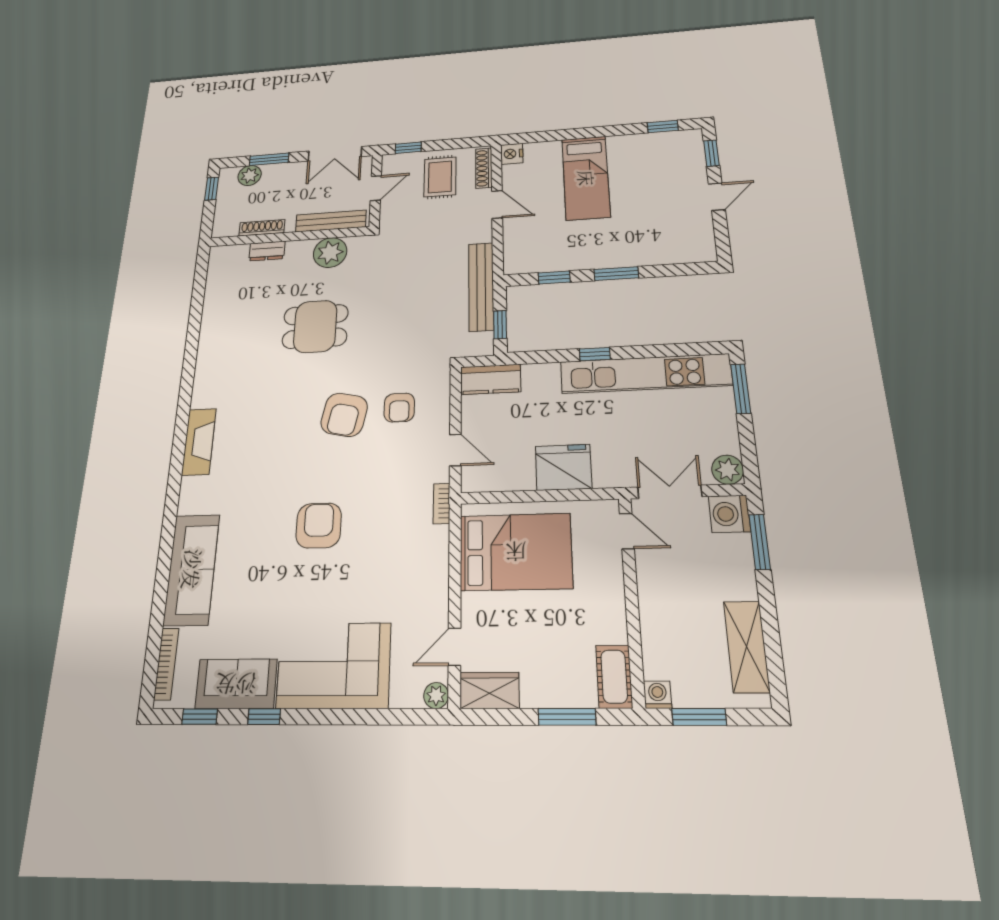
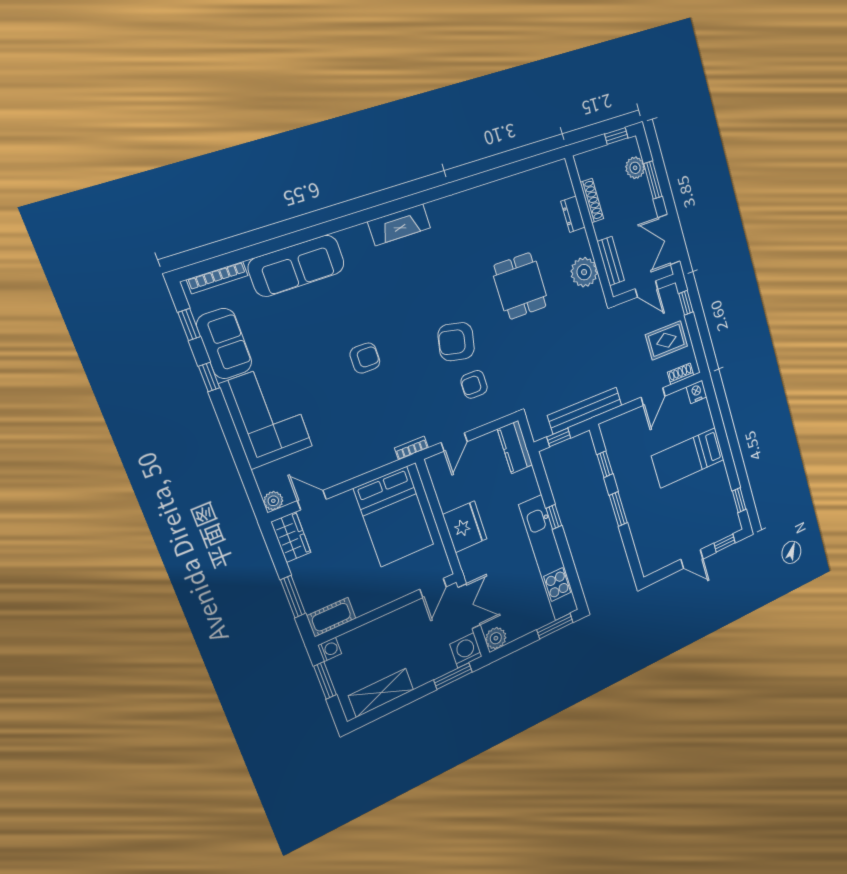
shoe rack: (484, 168) -> (681, 374), width x0.70
bench: (331, 221) -> (611, 261), width x0.73
armchair: (319, 525) -> (365, 358), width x0.72, depth x0.72

